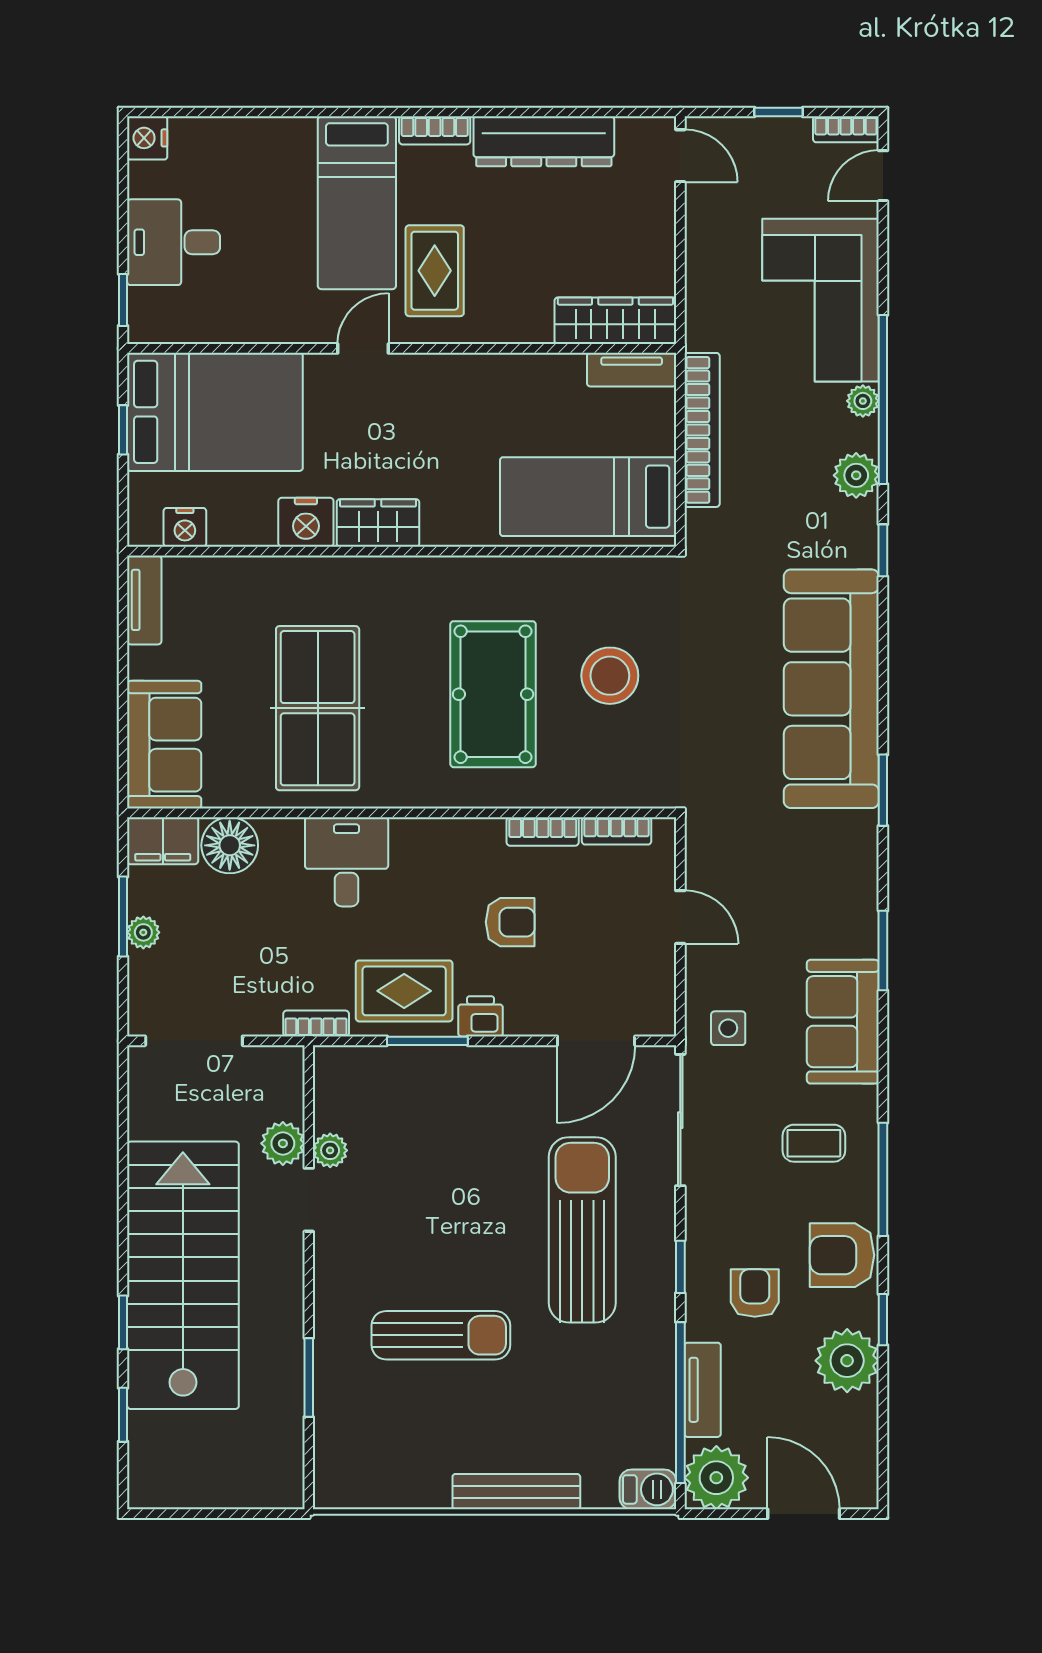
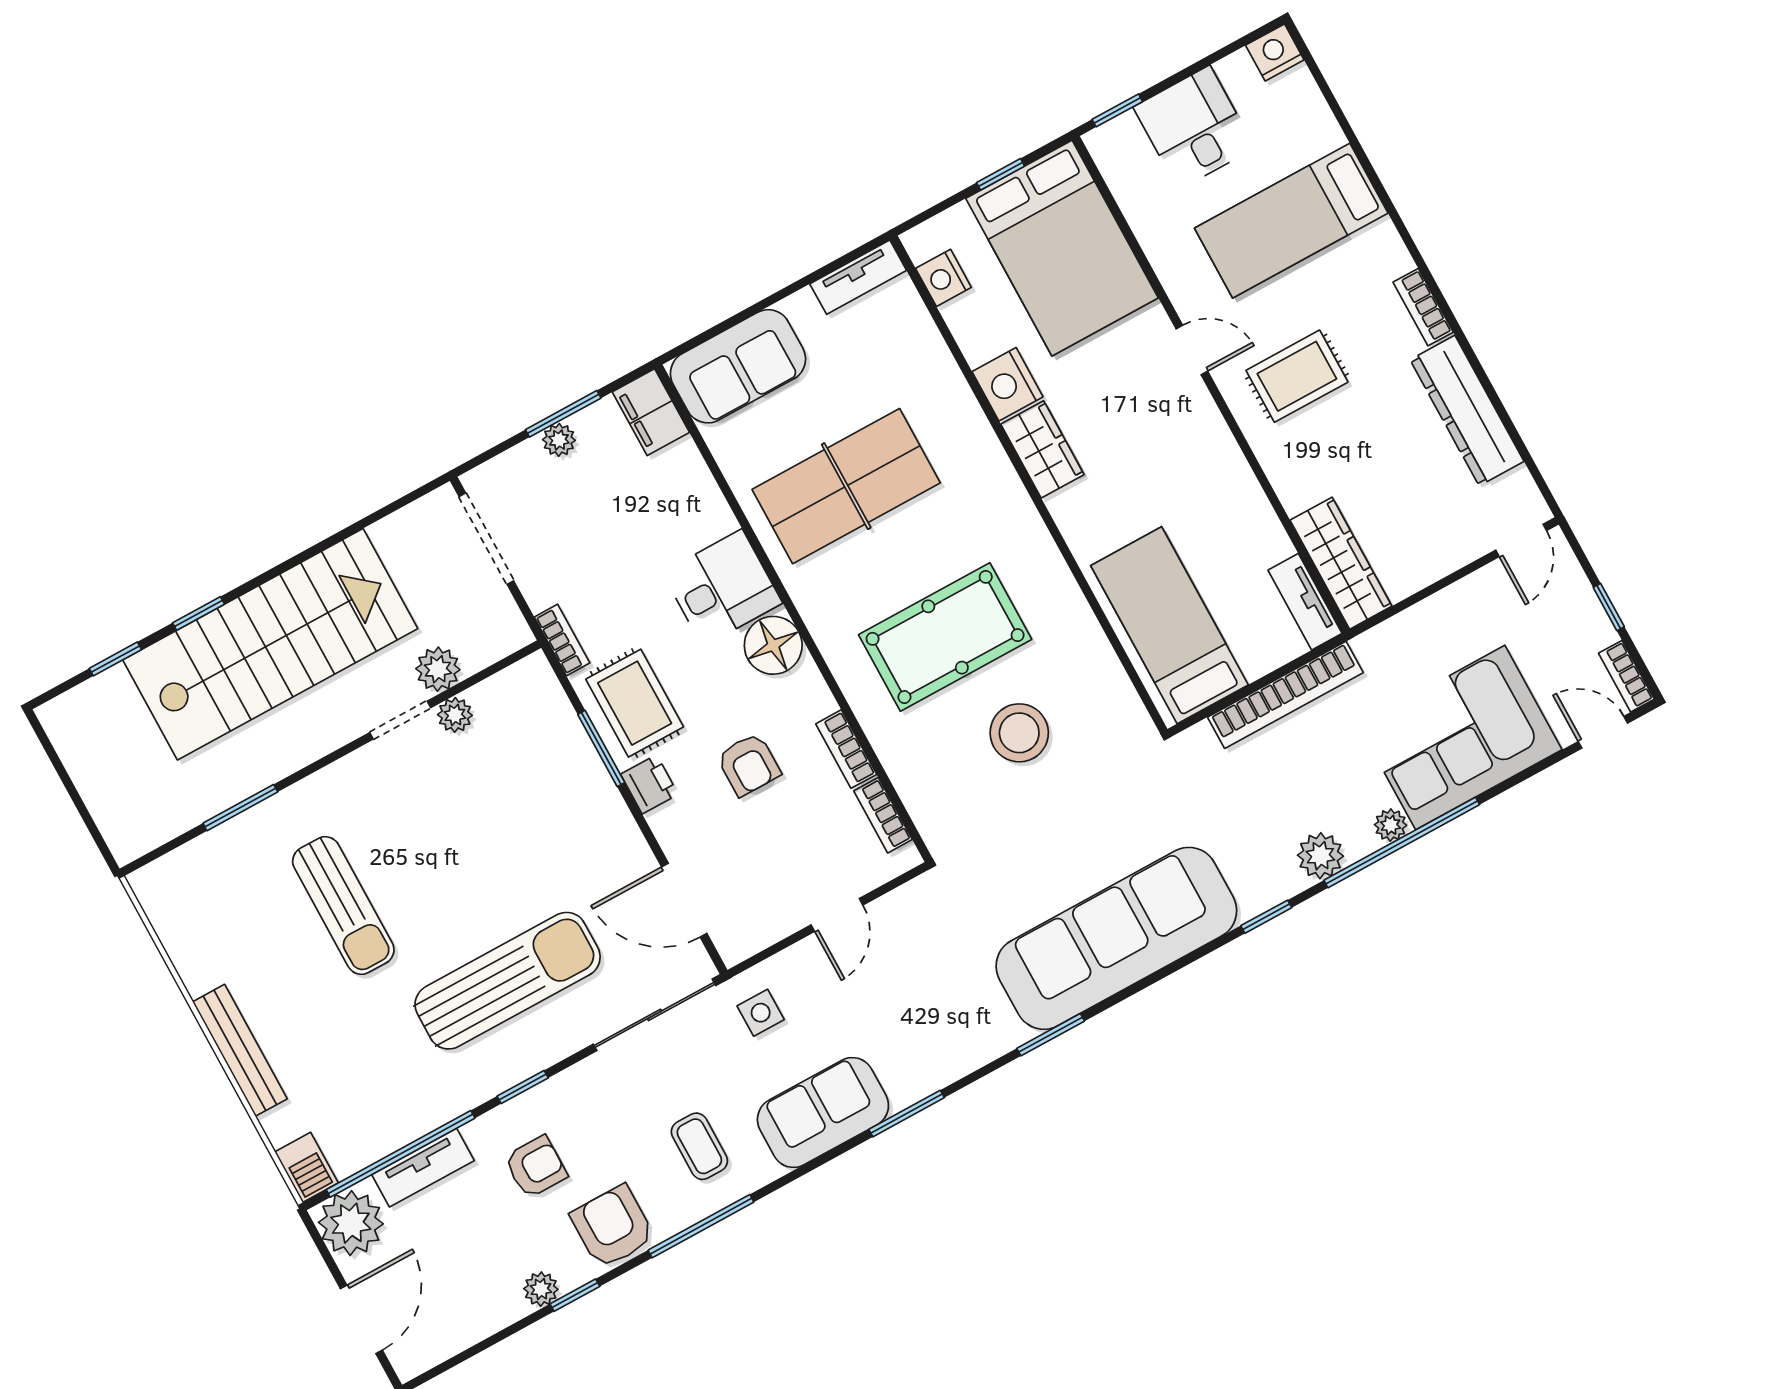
bed: (357, 203) -> (1291, 221), moved
floor lamp: (230, 845) -> (773, 645), moved
plant: (847, 1361) -> (541, 1289), width x0.53, depth x0.53

